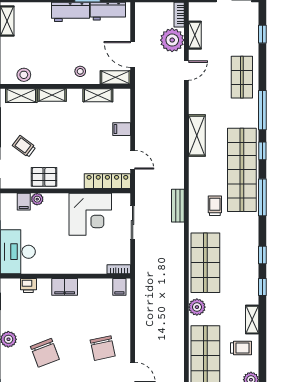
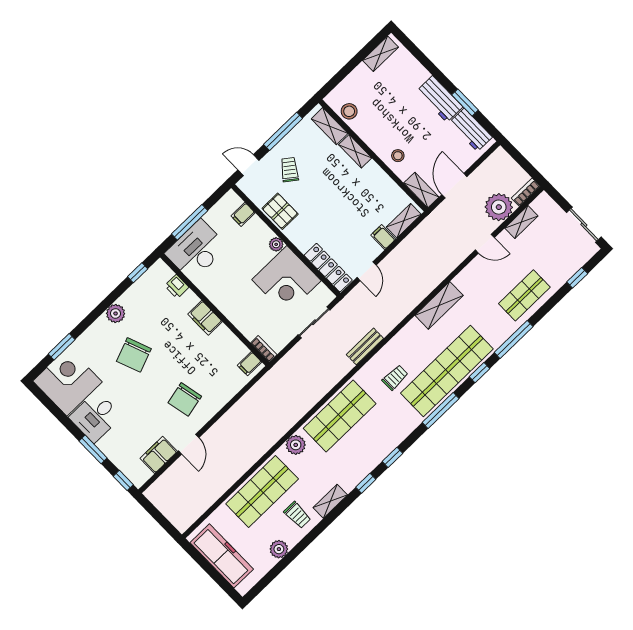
shelving: (98, 95) -> (404, 221), moved, turned 90
plant: (37, 199) -> (276, 244), moved

